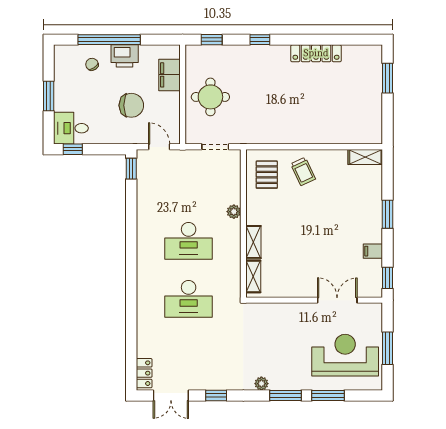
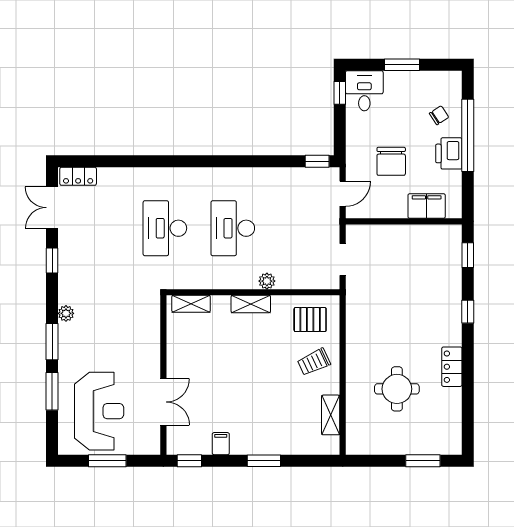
locker: (316, 53) -> (452, 367), width x0.66
round table: (210, 97) -> (397, 389), moved
shelving: (365, 157) -> (331, 415), moved
shelving: (253, 242) -> (251, 304), moved

